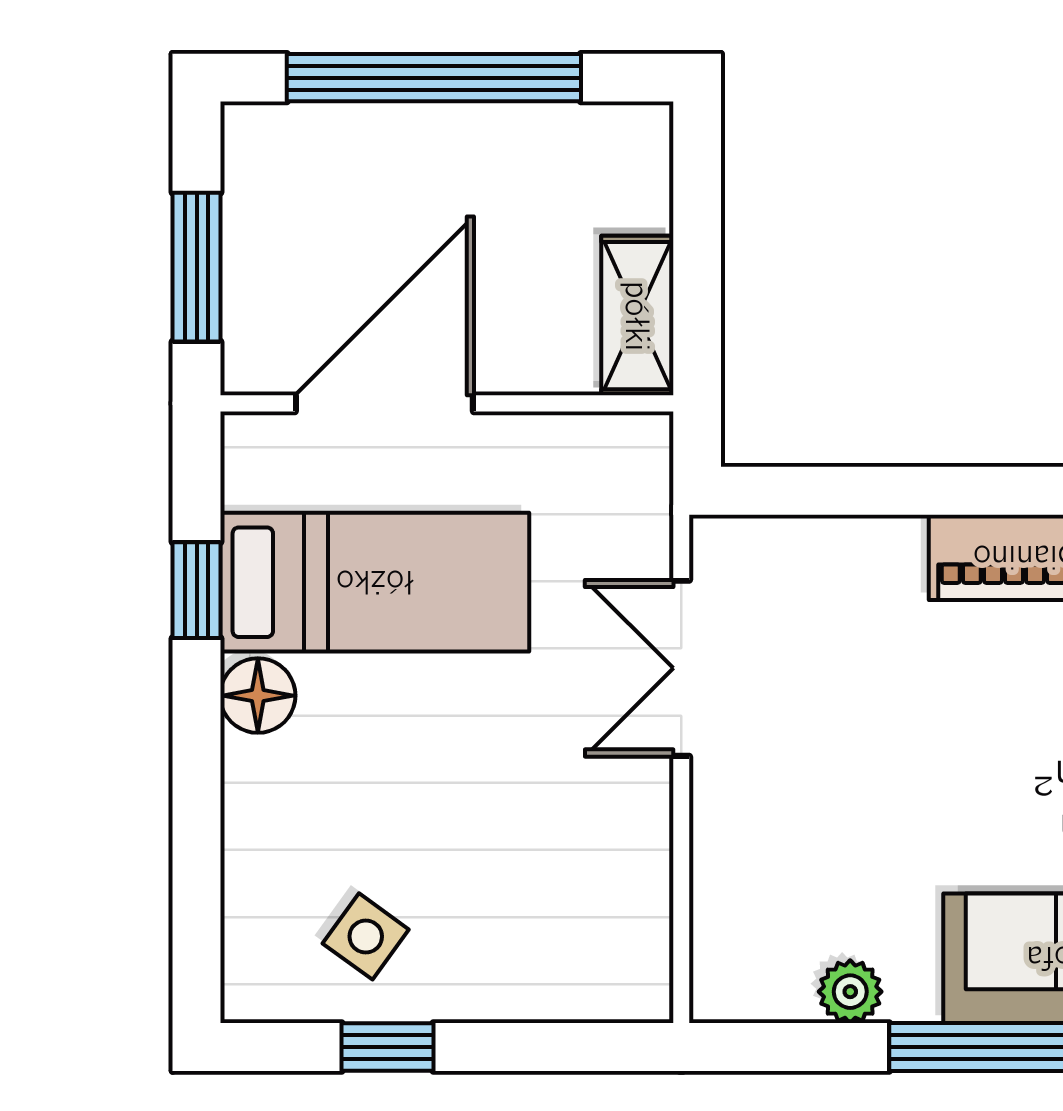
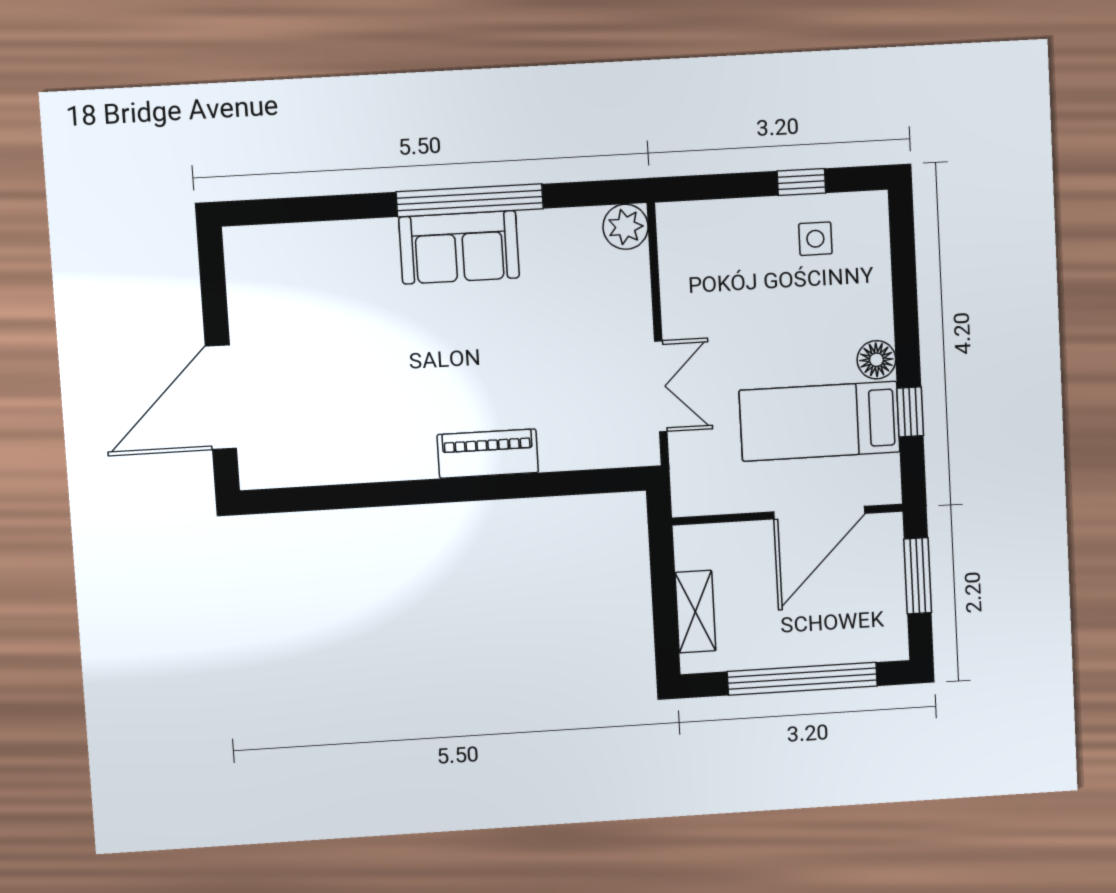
shelving: (637, 316) -> (695, 612), moved
side table: (366, 936) -> (815, 239), turned -36
plant: (850, 992) -> (626, 227), moved, width x1.38, depth x1.38

